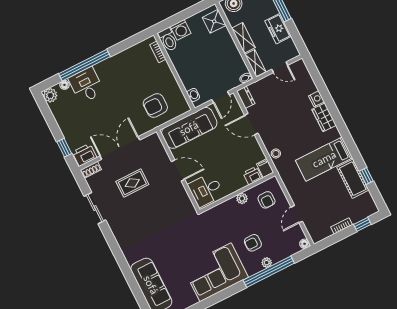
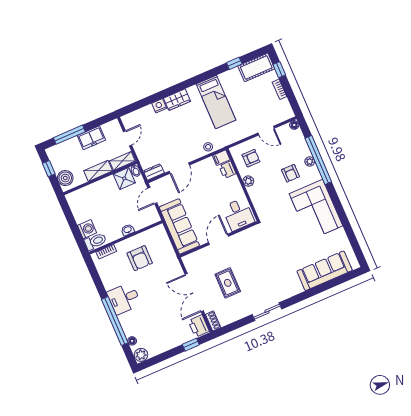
shower: (214, 21) -> (124, 178), moved
desk: (86, 85) -> (124, 298), moved
washbasin: (193, 95) -> (128, 230), moved
door: (220, 97) -> (152, 196), swing flipped
armchair: (155, 105) -> (140, 258), moved
cot: (353, 179) -> (256, 67), moved
sliding door: (95, 208) -> (267, 312), moved

